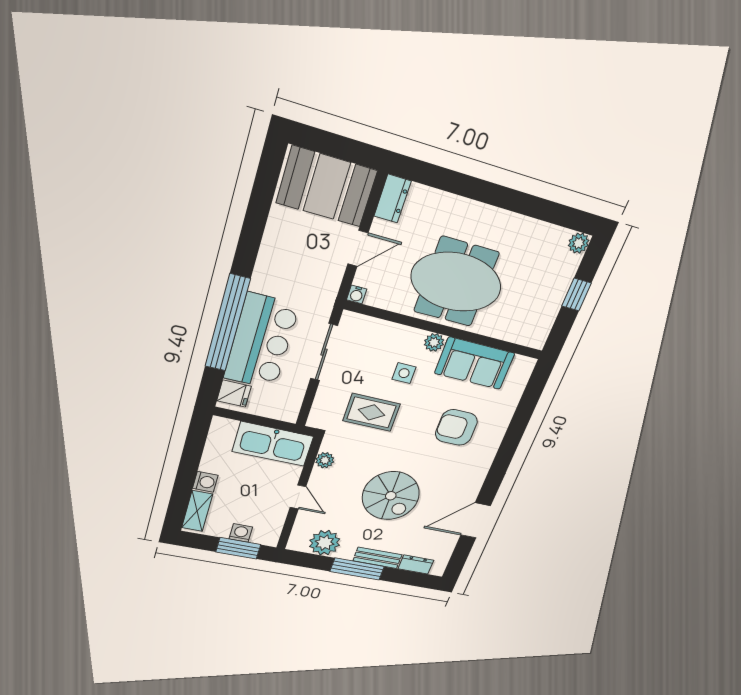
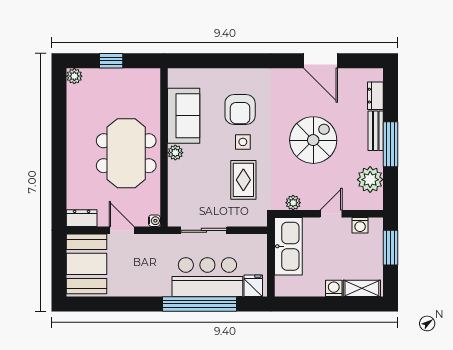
side table: (404, 373) -> (243, 142), moved
washing machine: (241, 533) -> (360, 225), moved, turned -90

